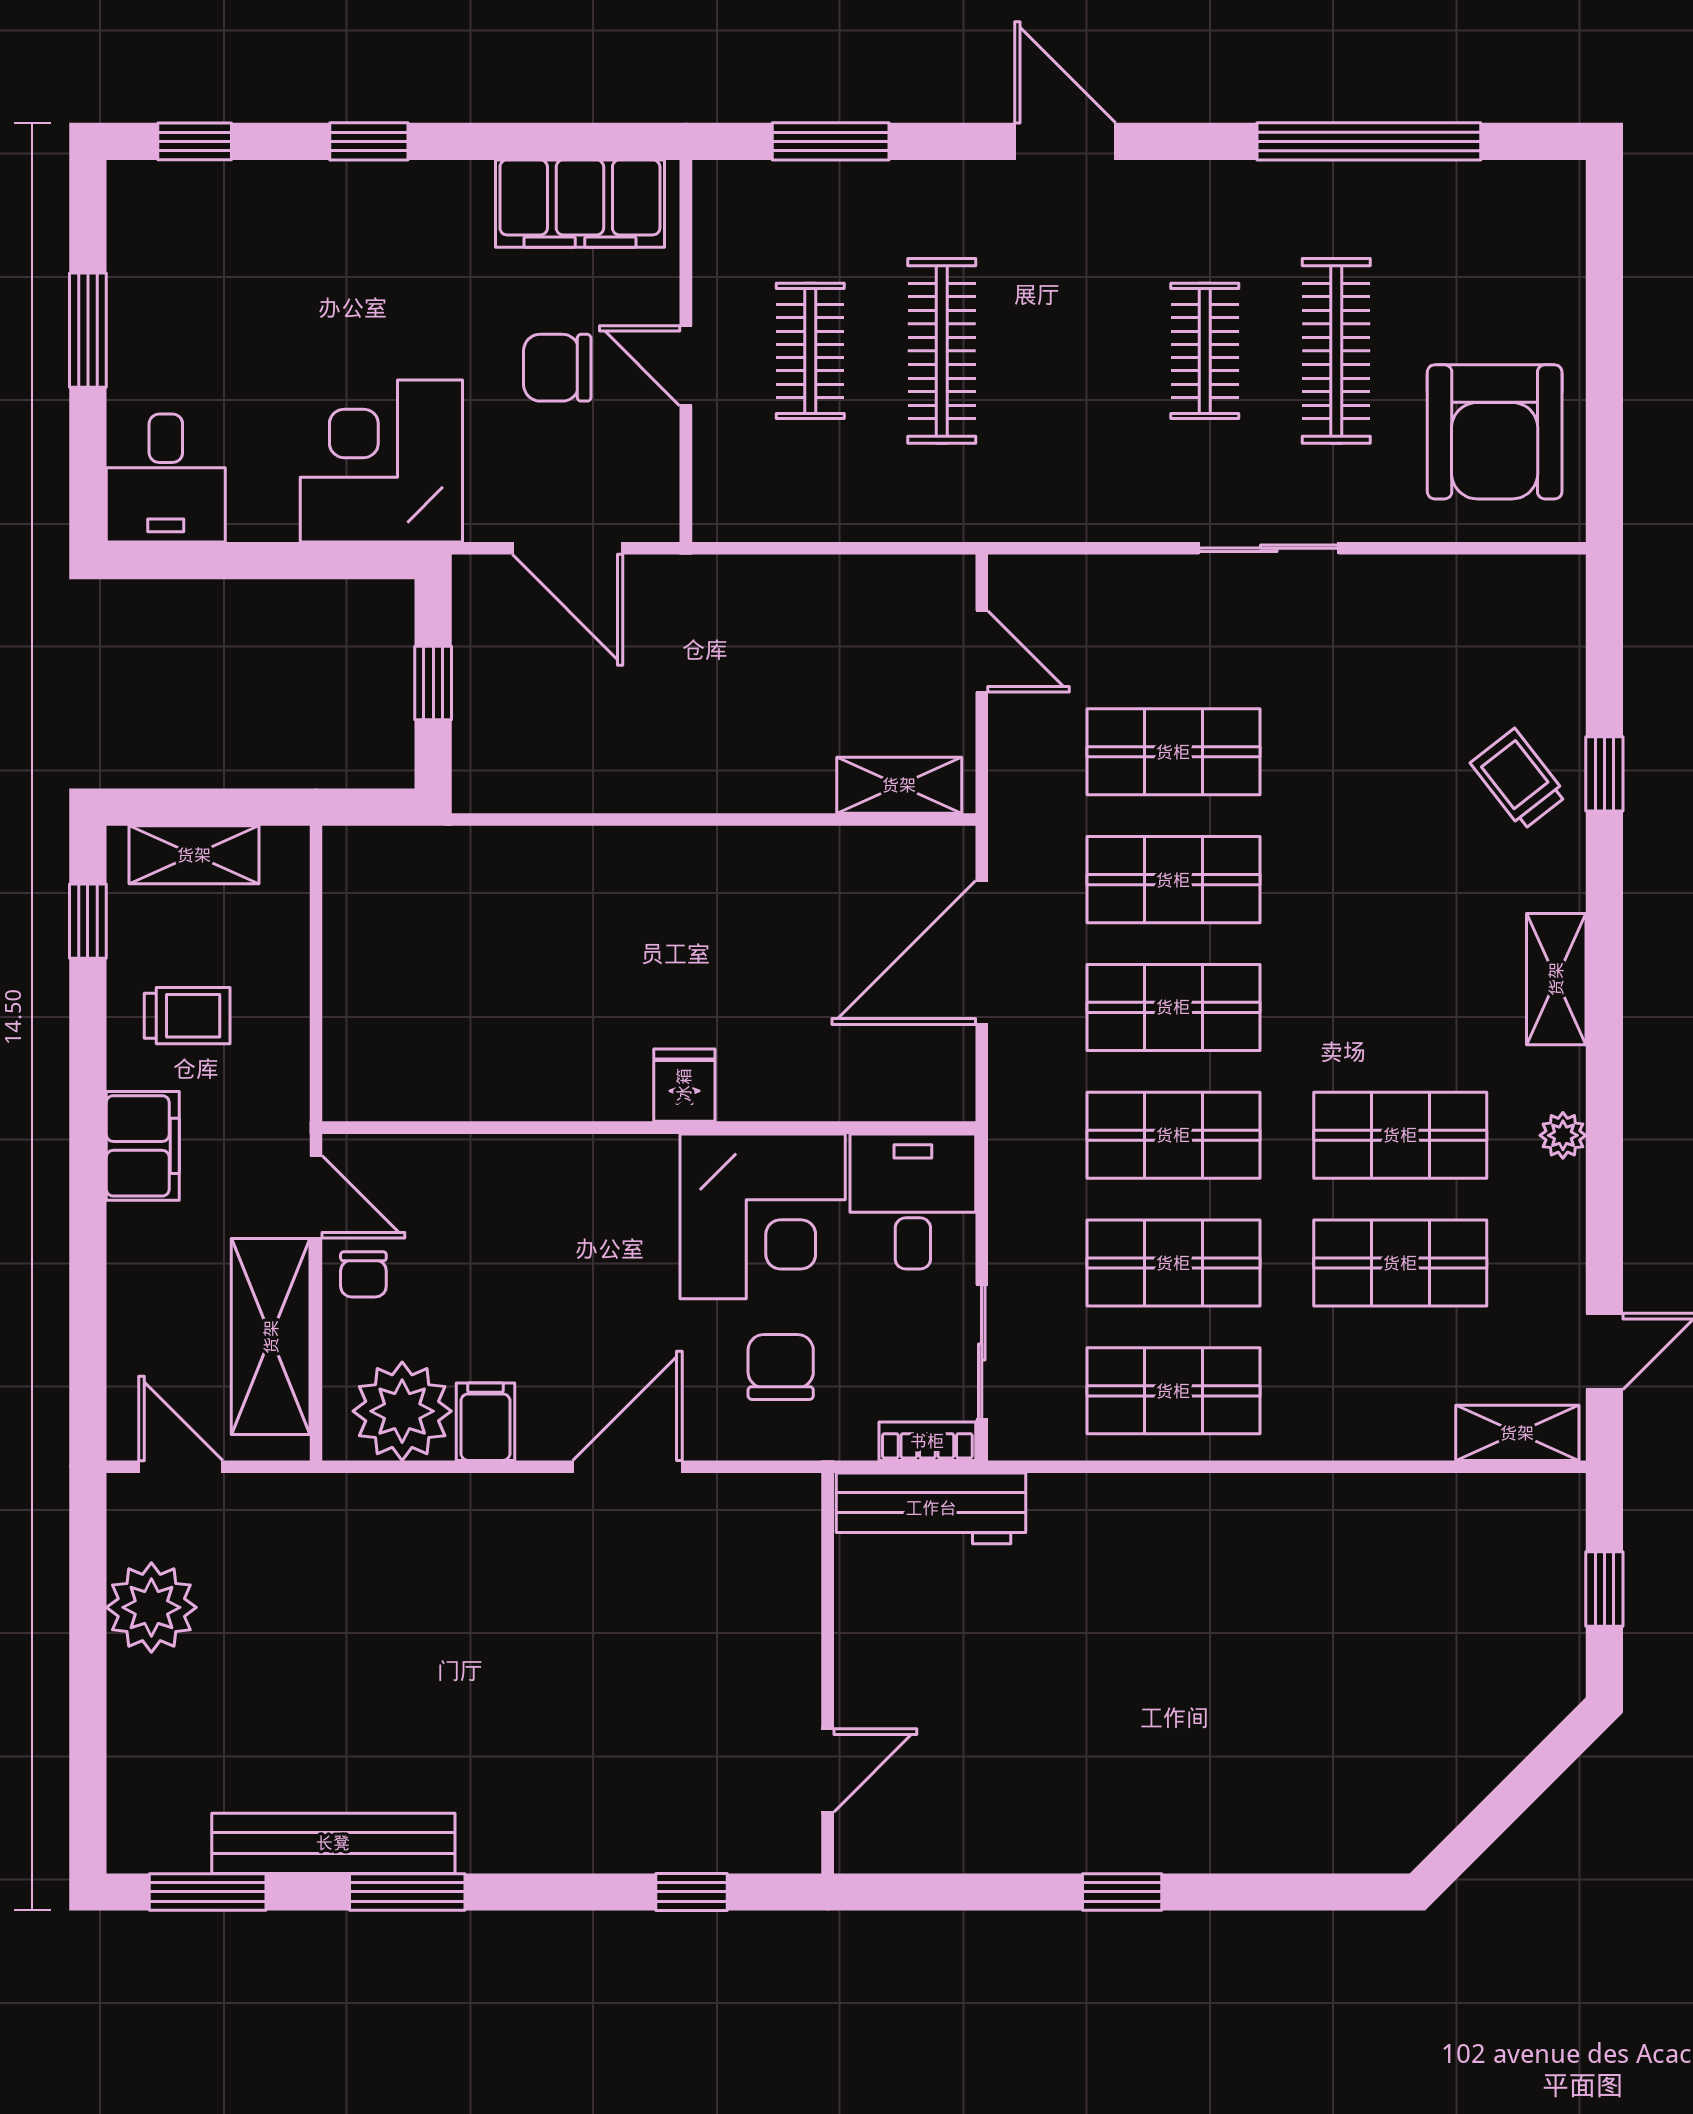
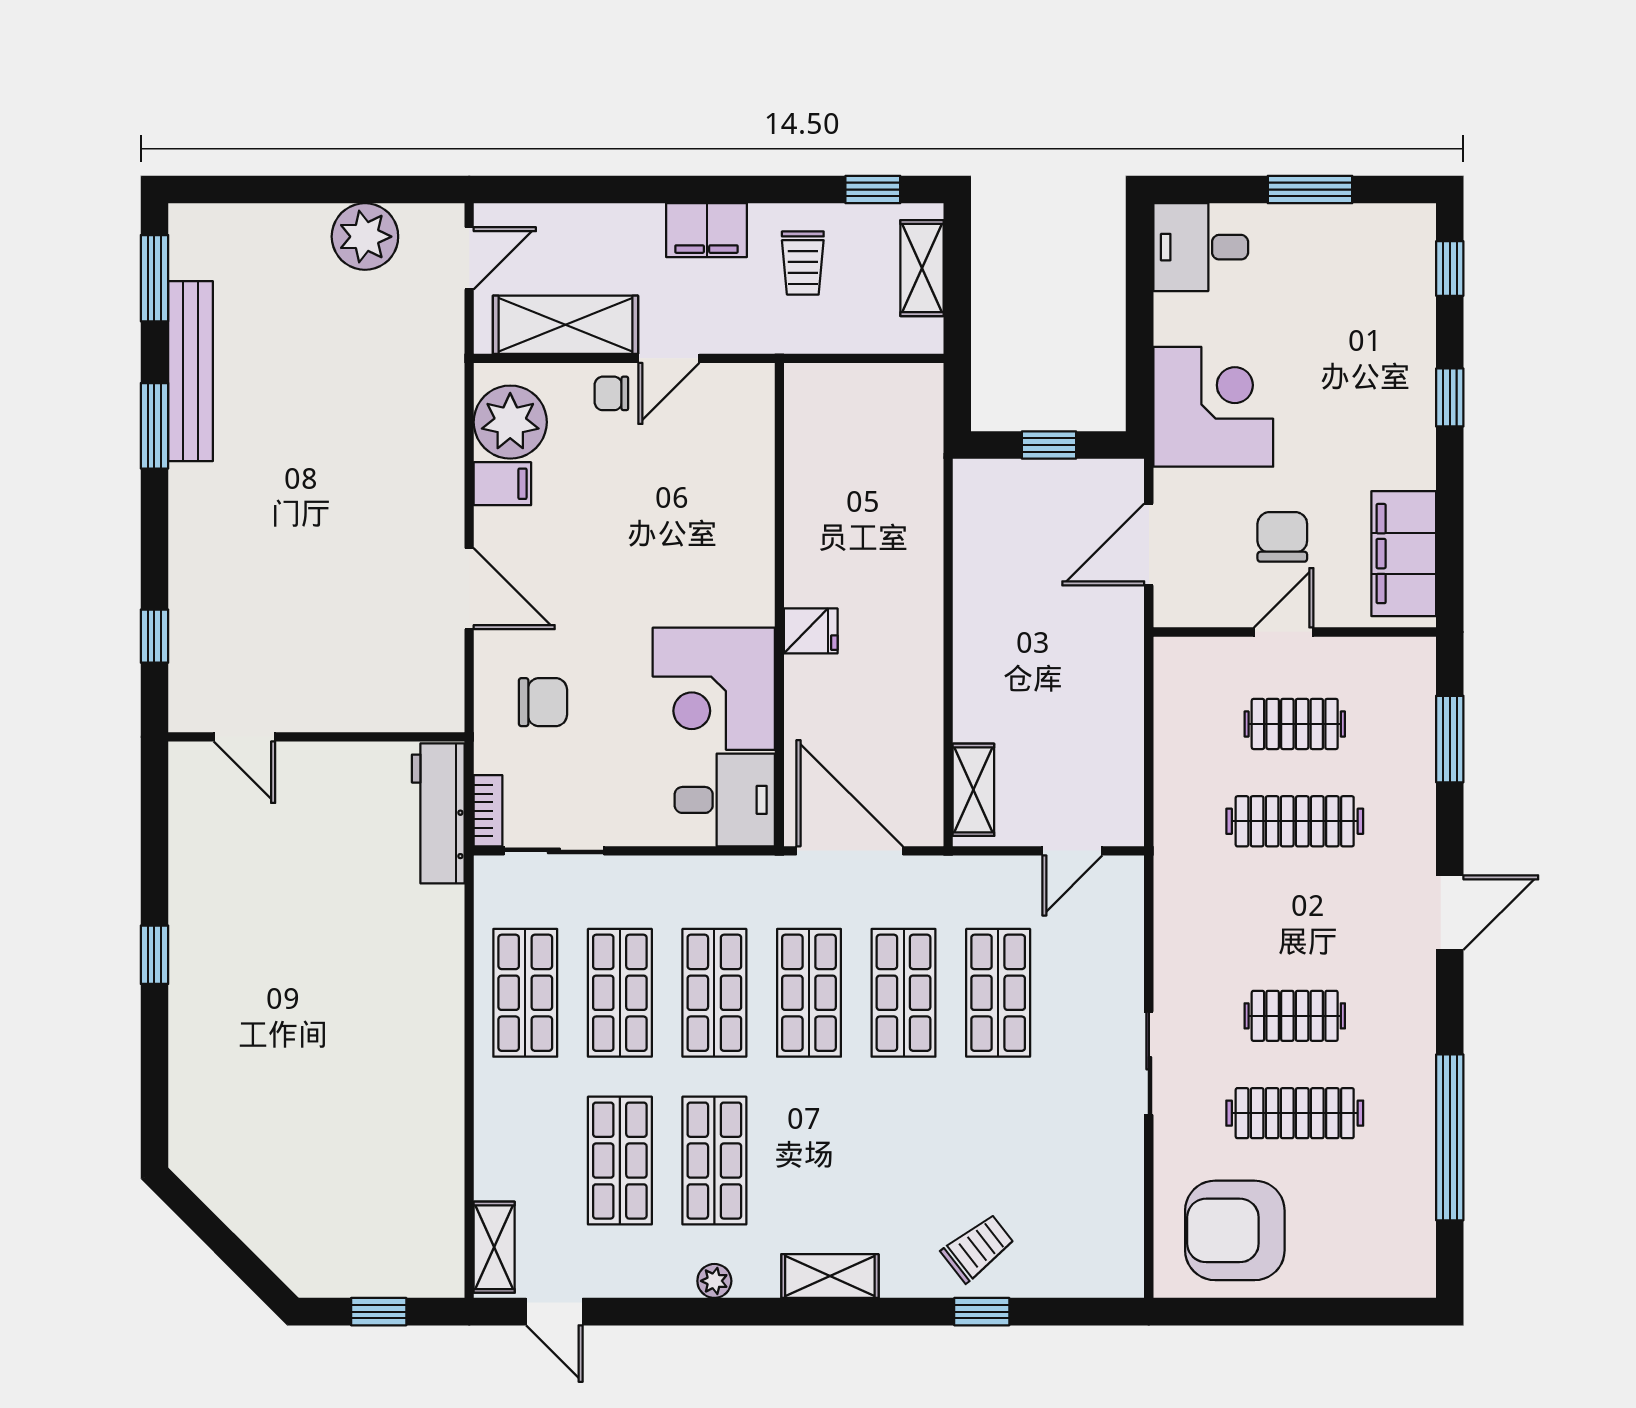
fridge: (684, 1085) -> (811, 631), moved
wall: (649, 1128) -> (779, 605), moved
desk: (913, 1201) -> (725, 800), moved
corner desk: (763, 1216) -> (714, 689), moved

